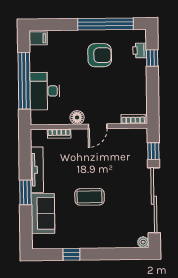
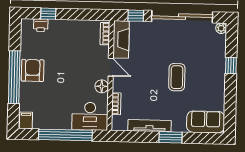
window: (105, 24) -> (14, 77), moved
armchair: (100, 55) -> (33, 70), moved
desk: (45, 91) -> (90, 116), moved
fireplace: (128, 136) -> (121, 39), added
sofa: (43, 213) -> (206, 122), moved
window: (71, 254) -> (231, 65), moved

